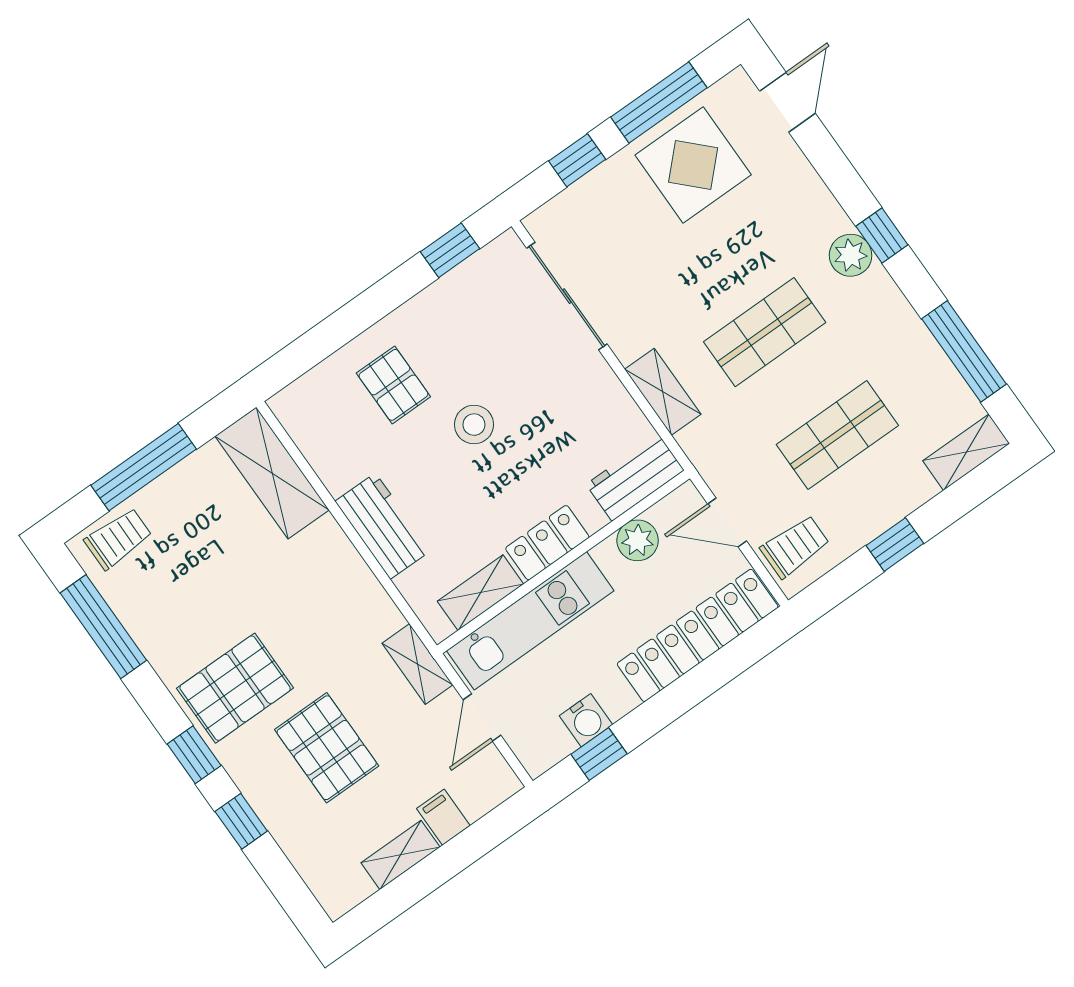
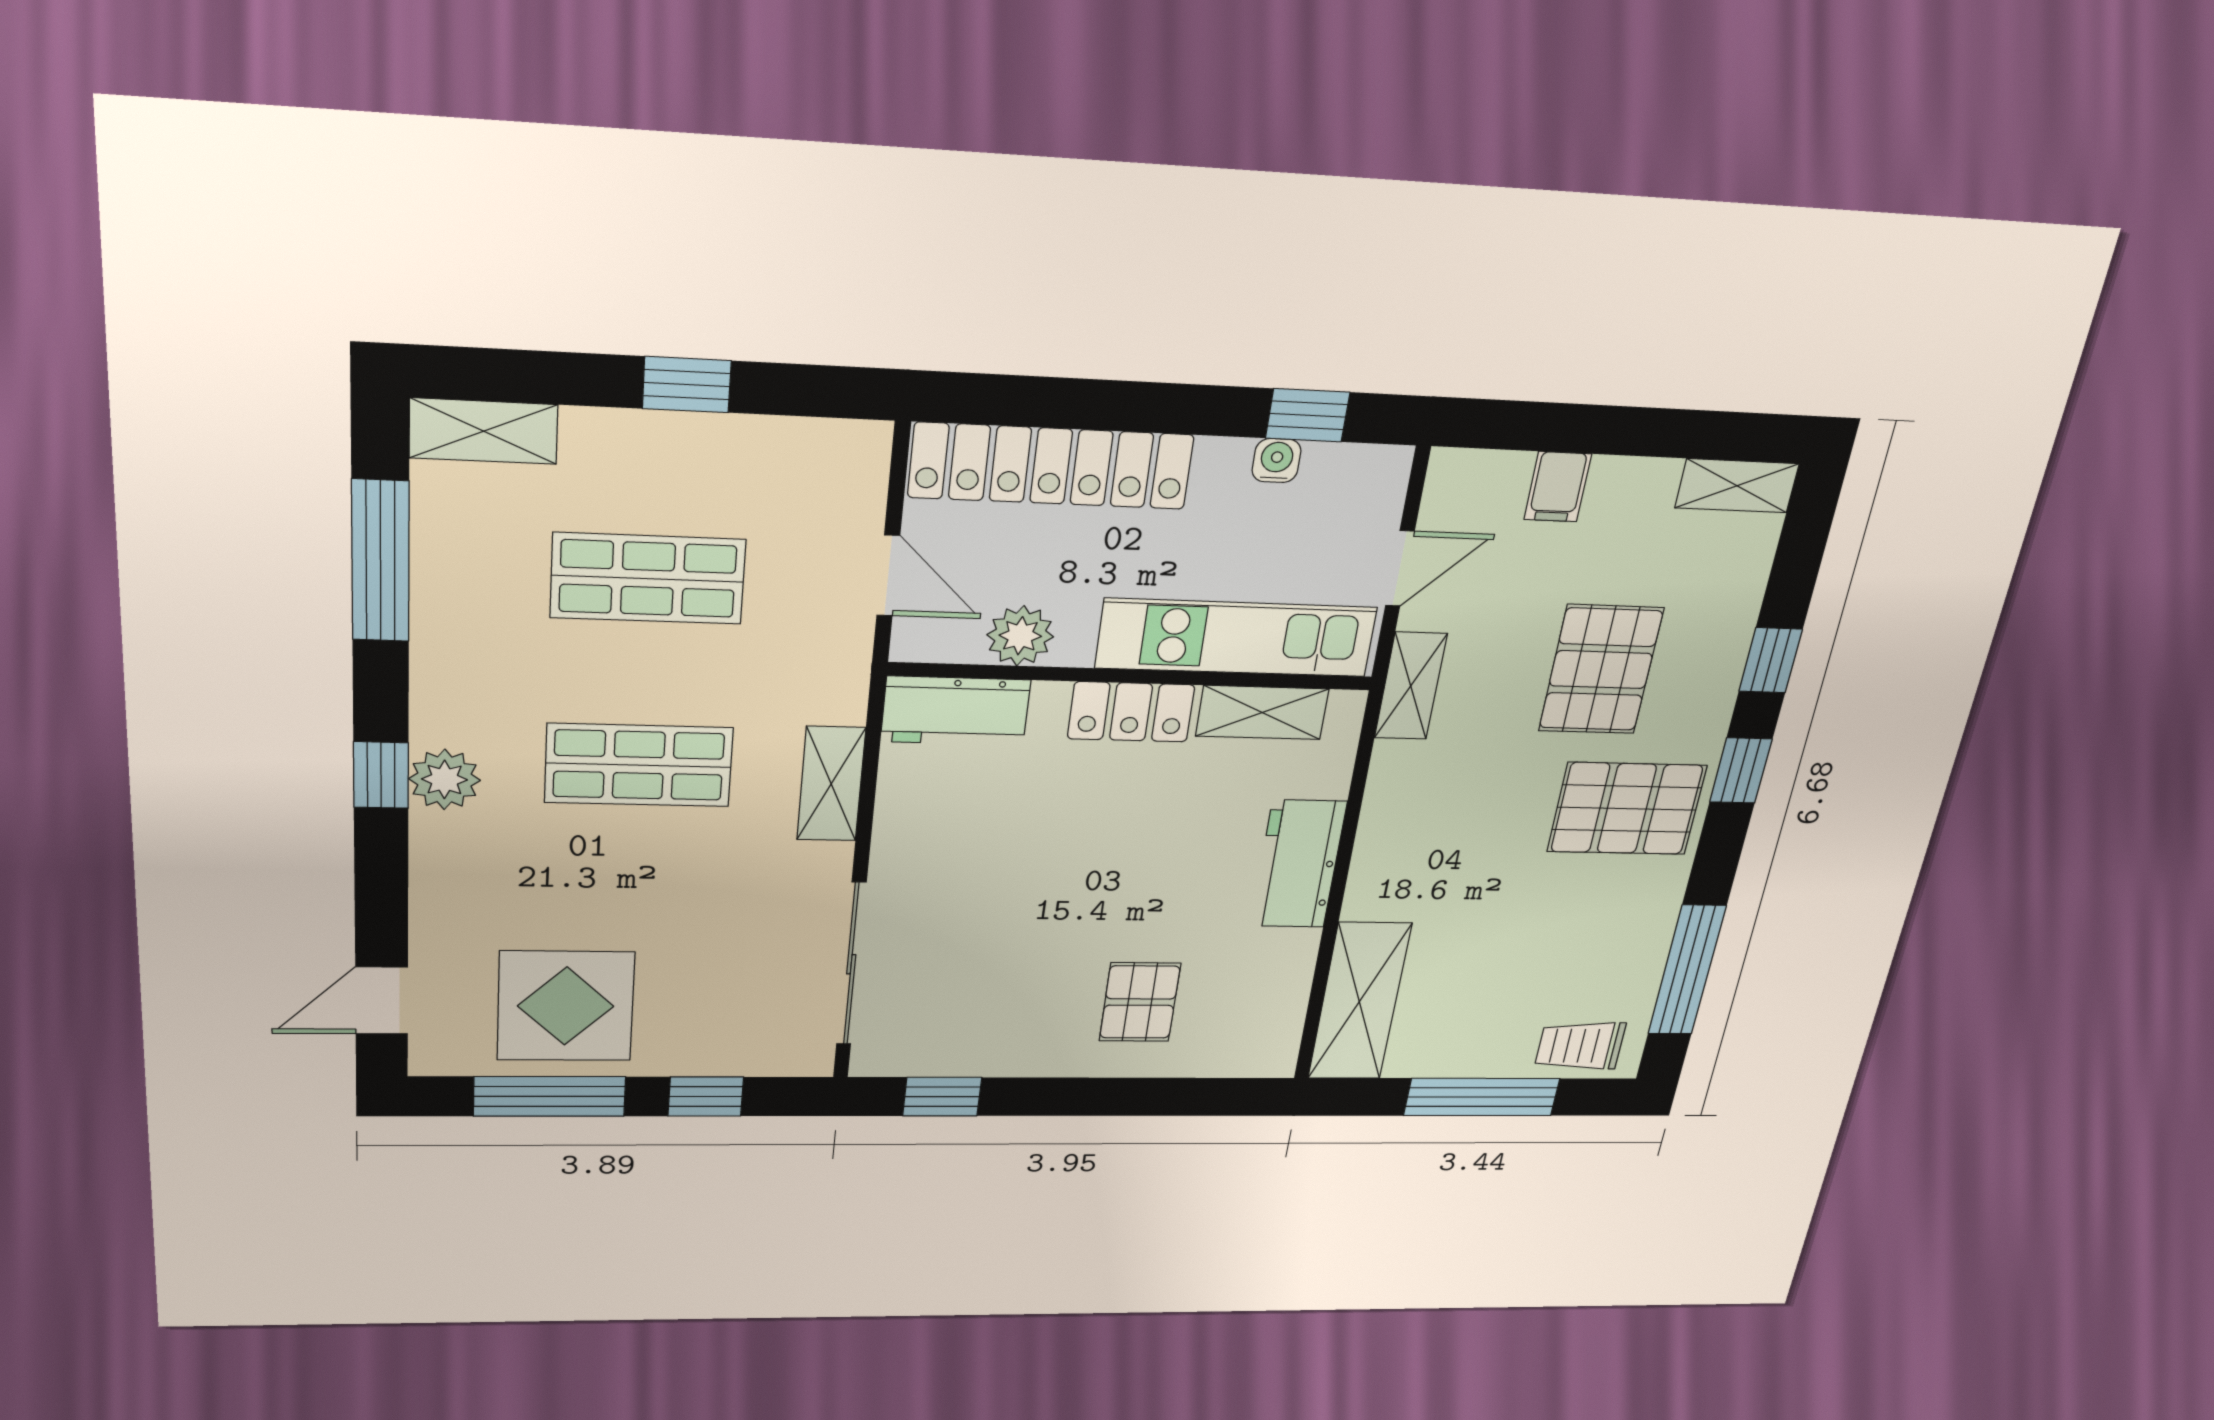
stool: (474, 425) -> (1091, 900), removed
trolley: (795, 547) -> (826, 482), removed
water cooler: (586, 720) -> (1276, 461), width x0.72, depth x0.72
shelving: (400, 855) -> (1737, 486), moved

